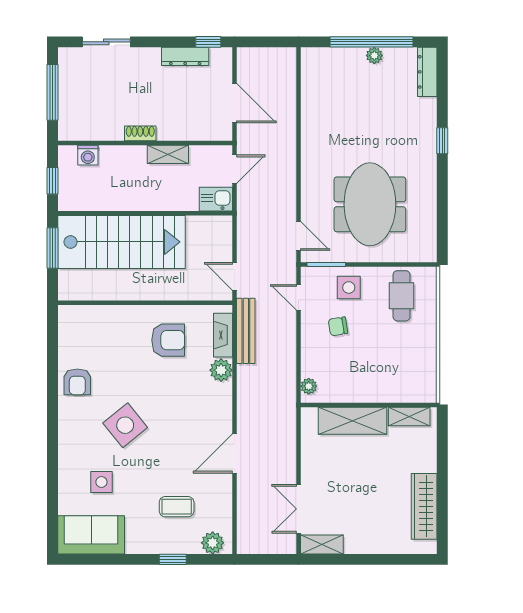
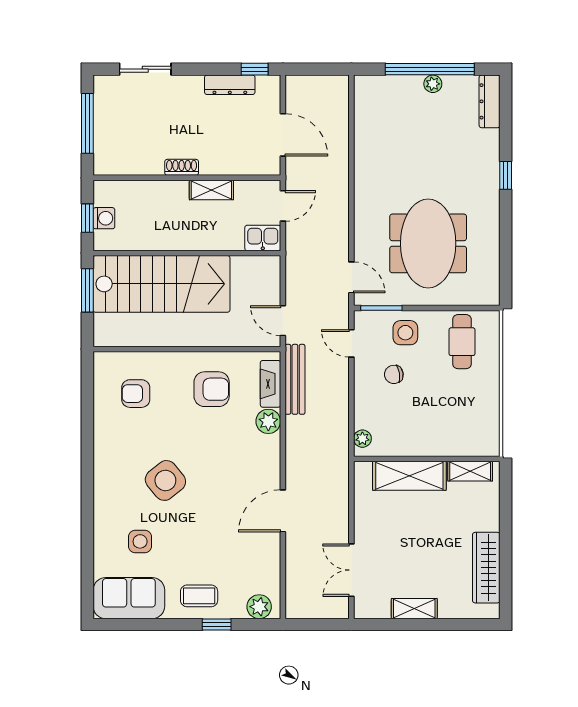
washing machine: (88, 155) -> (104, 218), moved, turned -90
armchair: (77, 382) -> (136, 394), moved, turned 90
coffee table: (177, 507) -> (199, 596), moved
shelving: (322, 545) -> (414, 609), moved

